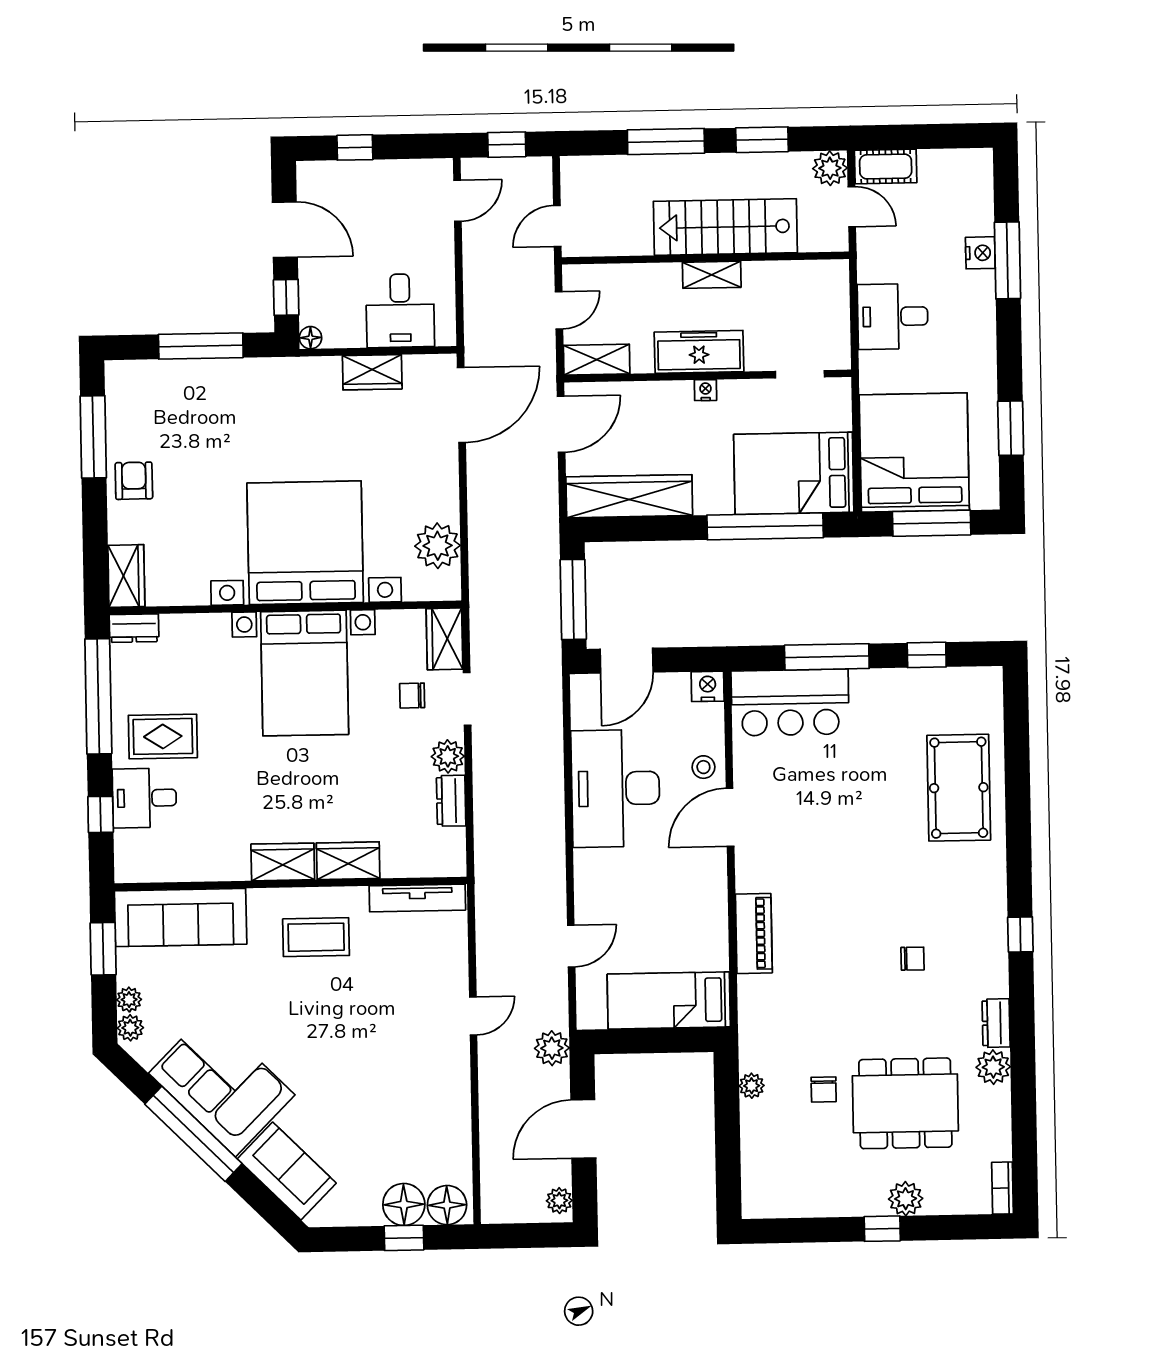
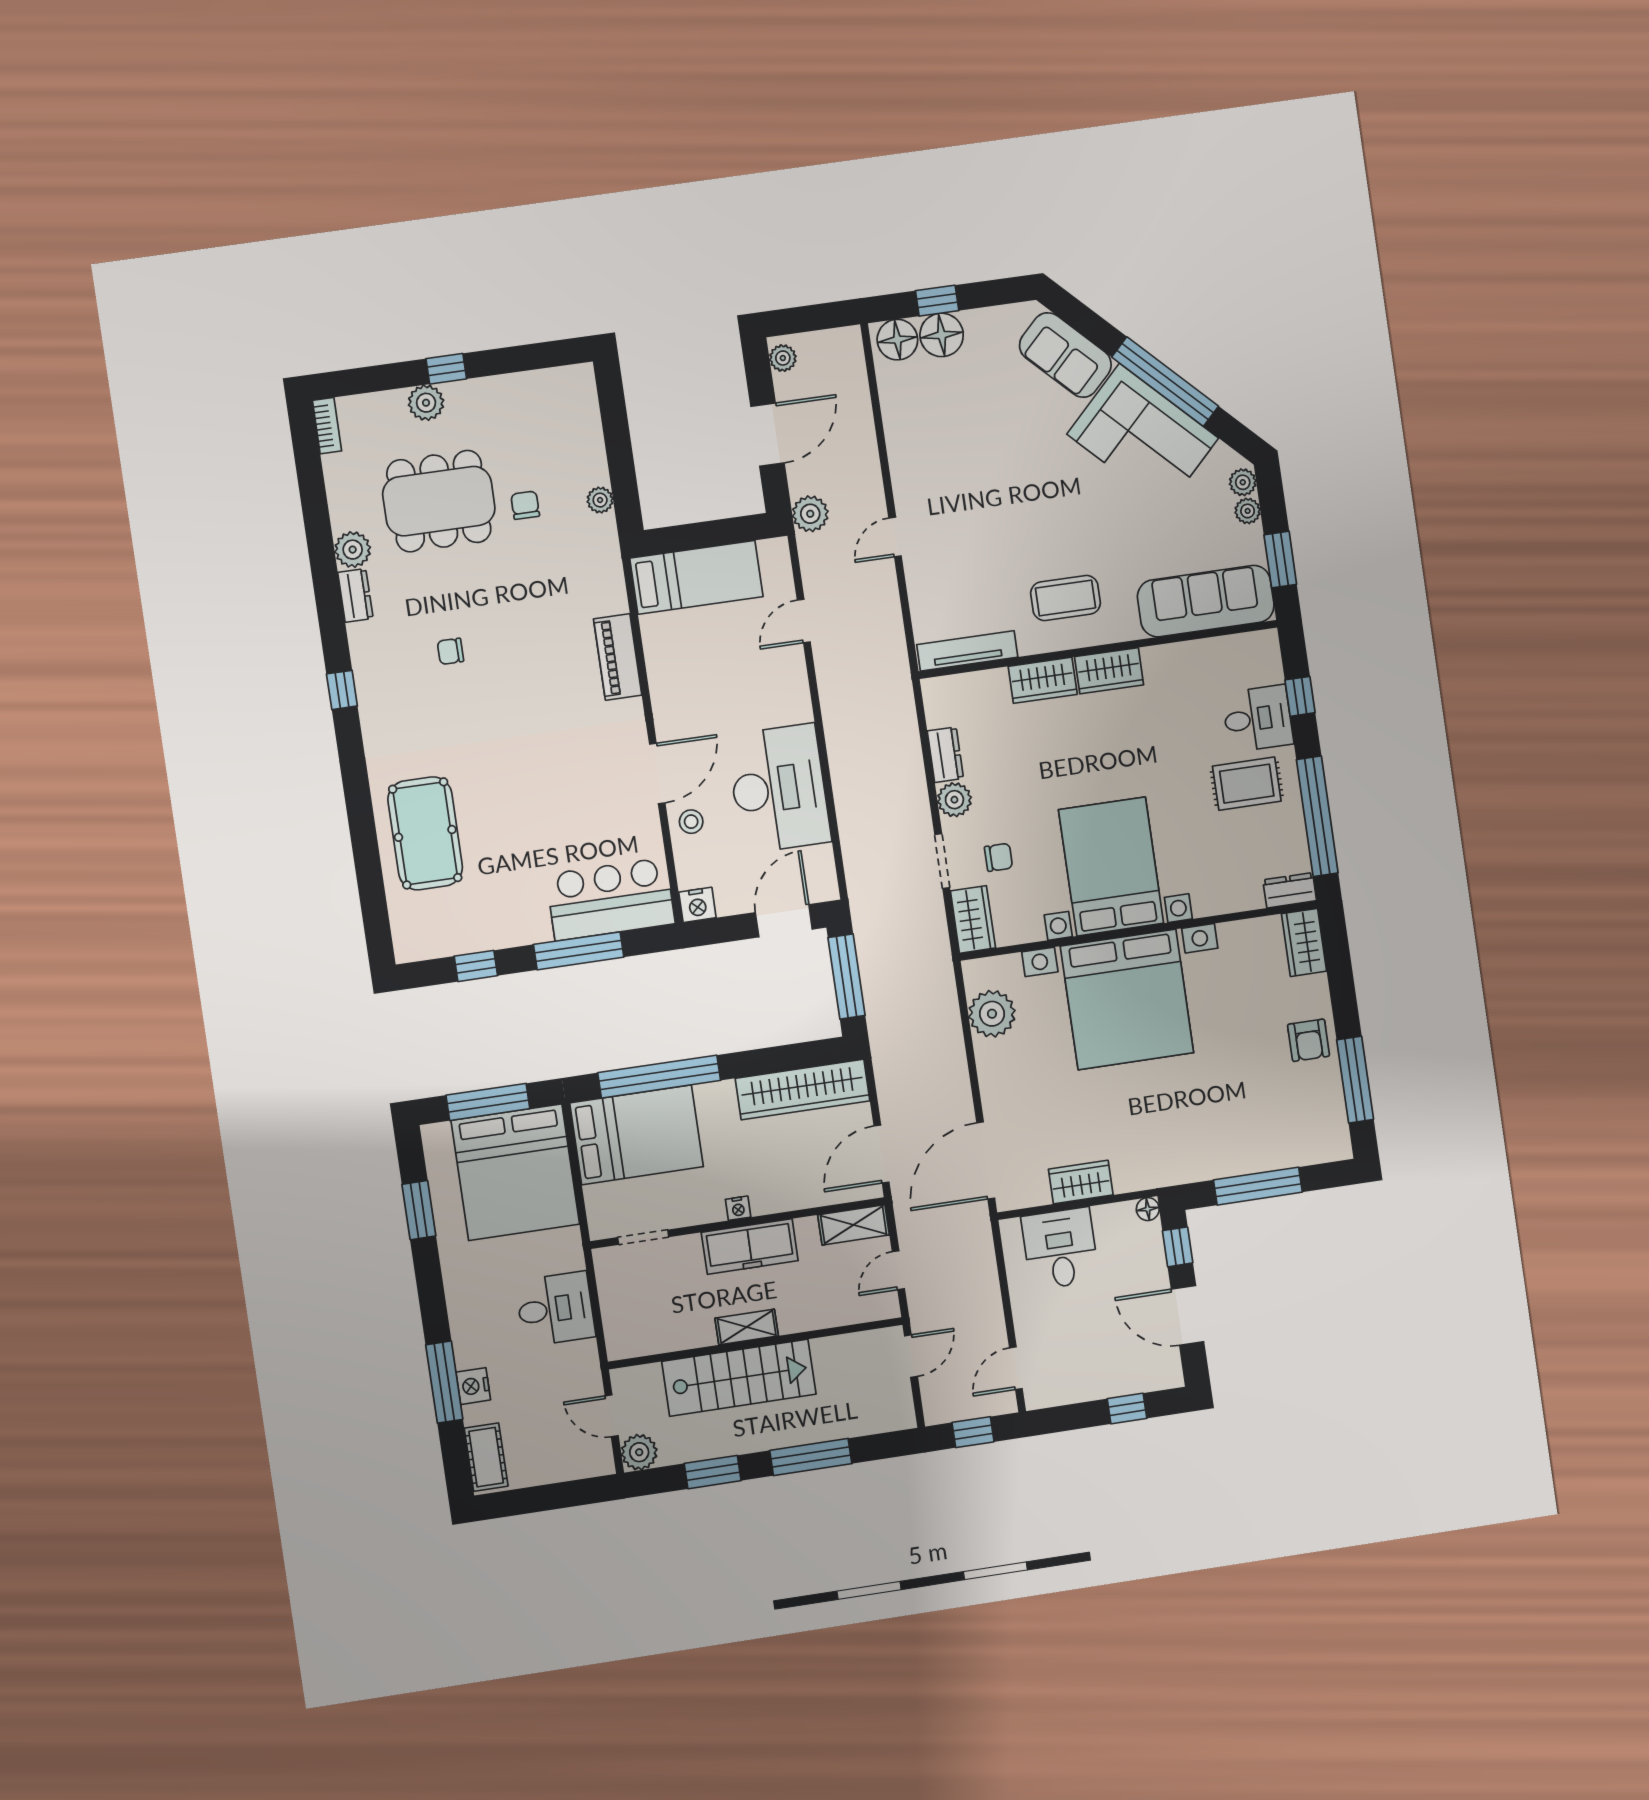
cot: (886, 166) -> (486, 1457), moved, turned 90

